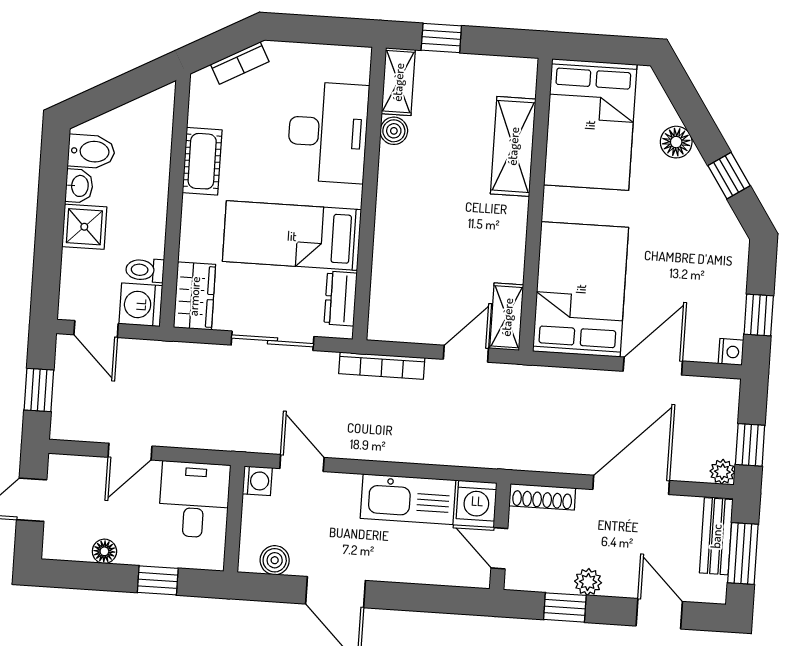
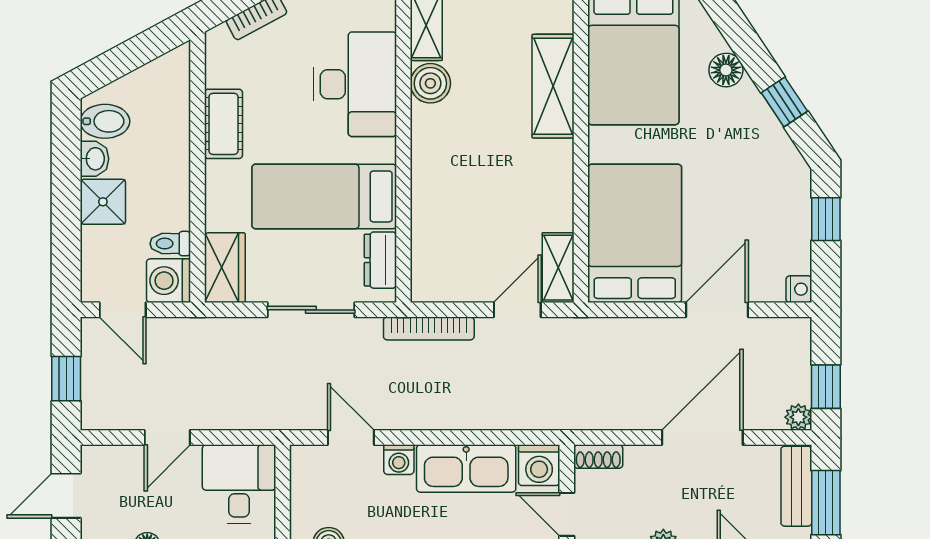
boiler: (394, 131) -> (430, 83), width x1.36, depth x1.36
window: (759, 315) -> (826, 219), moved
washing machine: (257, 481) -> (399, 460), moved, turned 90
shoe rack: (542, 497) -> (598, 457), width x0.70

